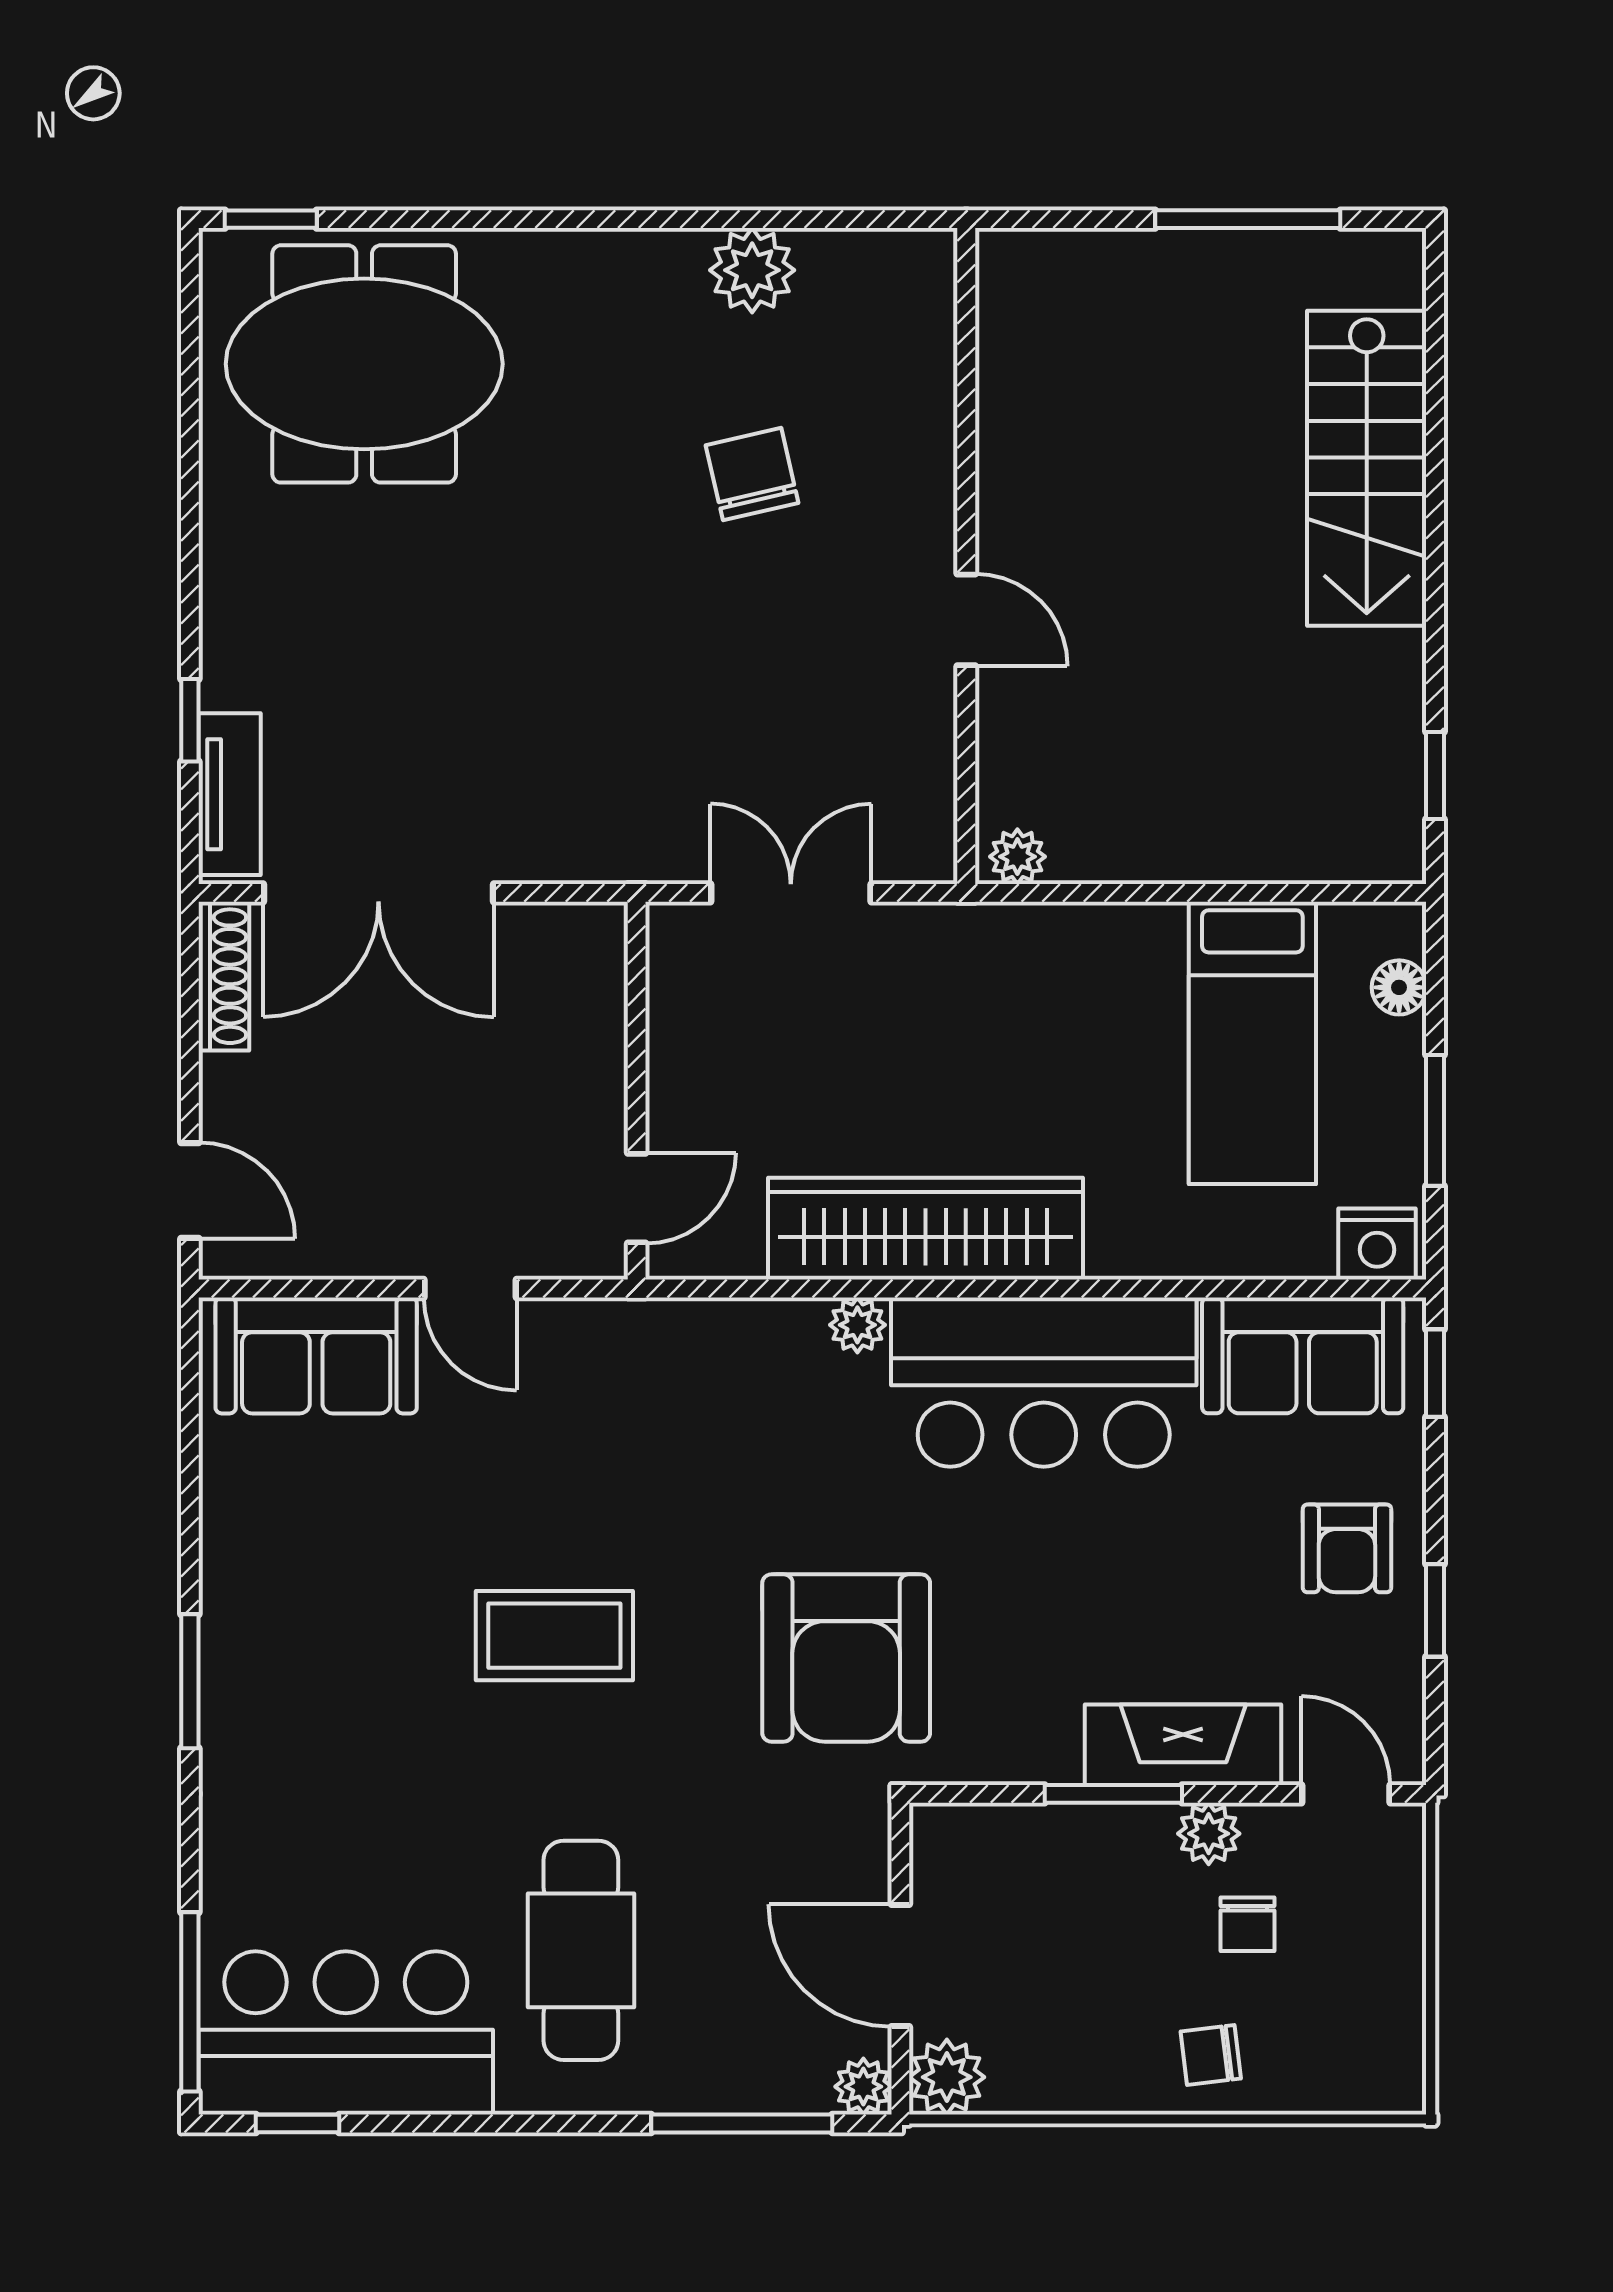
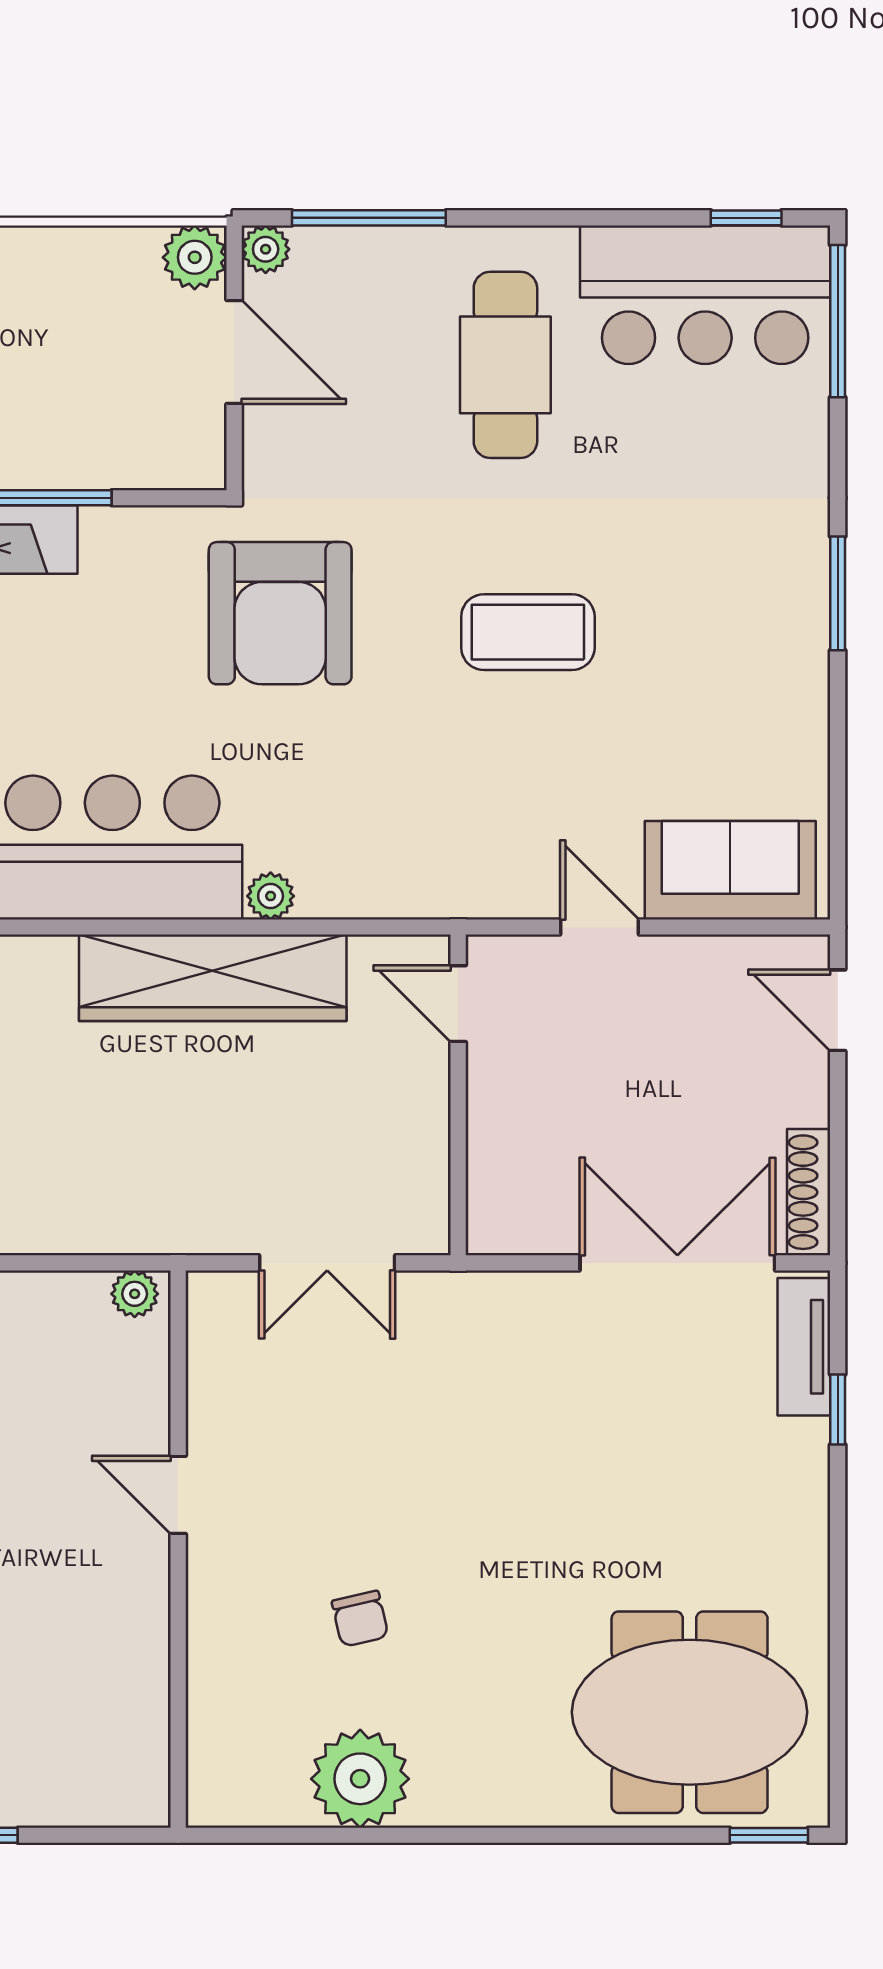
plant: (752, 270) -> (360, 1779), width x1.36, depth x1.36
chair: (752, 474) -> (360, 1619), width x0.73, depth x0.73
door: (637, 1198) -> (458, 1004), hinge flipped
armchair: (846, 1658) -> (280, 613), turned 180

